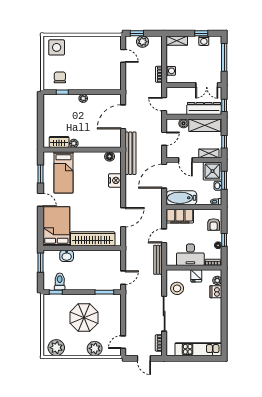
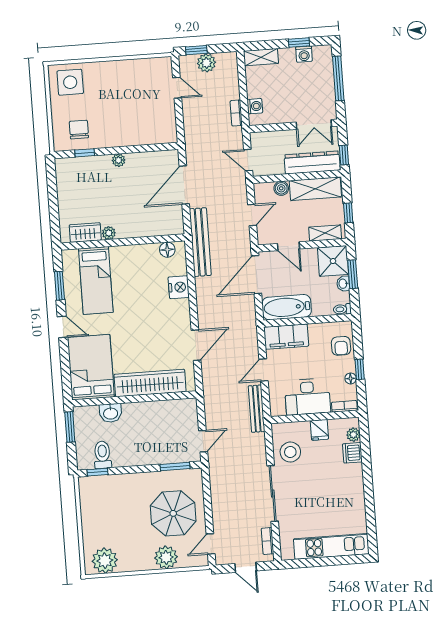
parasol: (84, 318) -> (173, 513), moved

